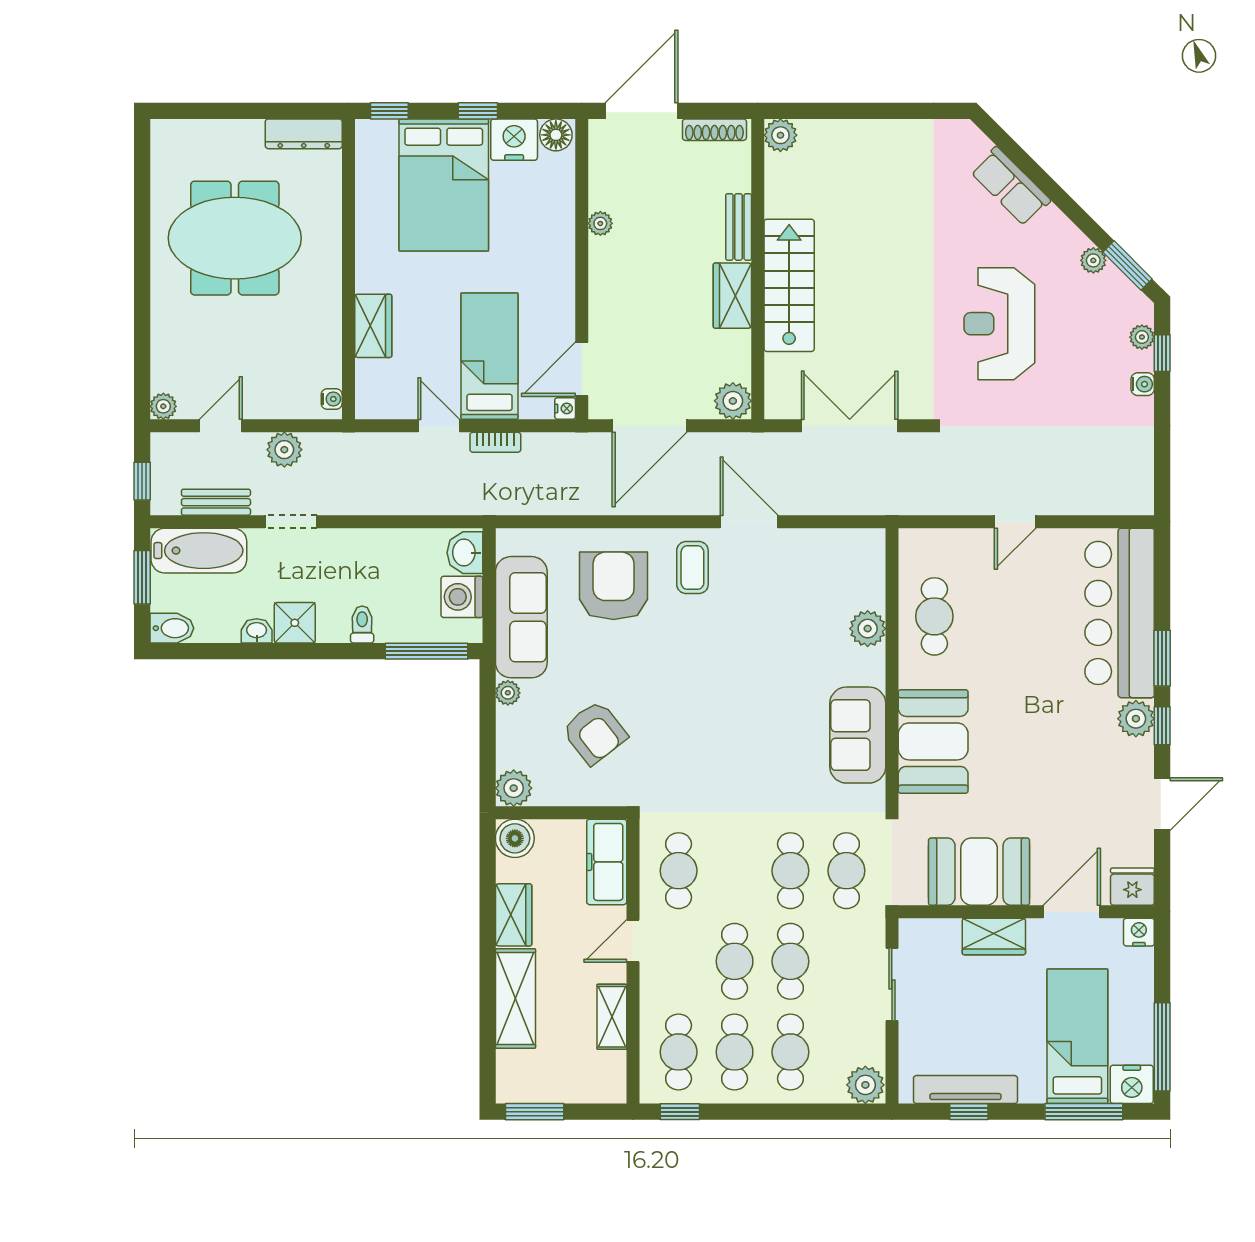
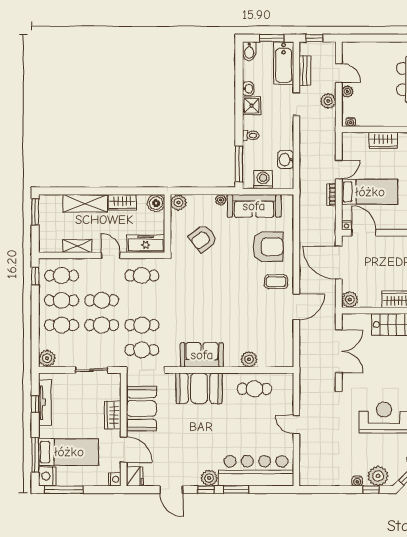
plant: (1142, 337) -> (378, 476), width x1.88, depth x1.88
plant: (163, 406) -> (347, 91), moved
washbasin: (465, 553) -> (286, 160), moved, turned -90

